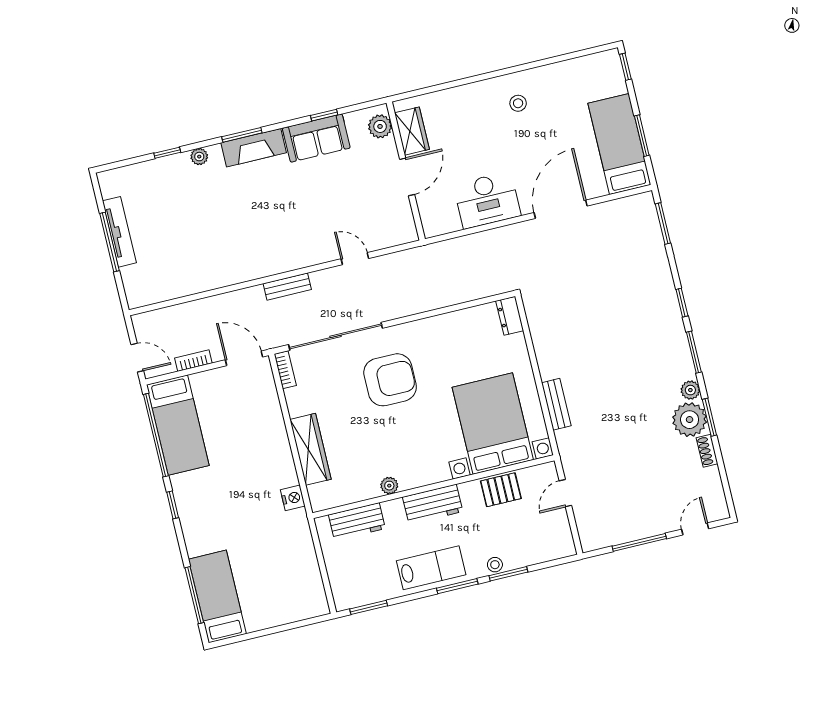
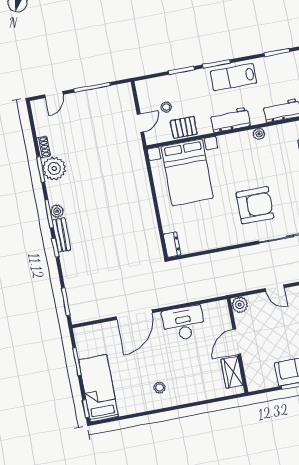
plant: (380, 126) -> (240, 305), moved
bed: (619, 144) -> (98, 388), moved, turned 180
armchair: (390, 380) -> (255, 205), turned 180
plant: (690, 390) -> (57, 211), moved
bench: (556, 404) -> (61, 235), moved
stool: (495, 565) -> (166, 107), moved

